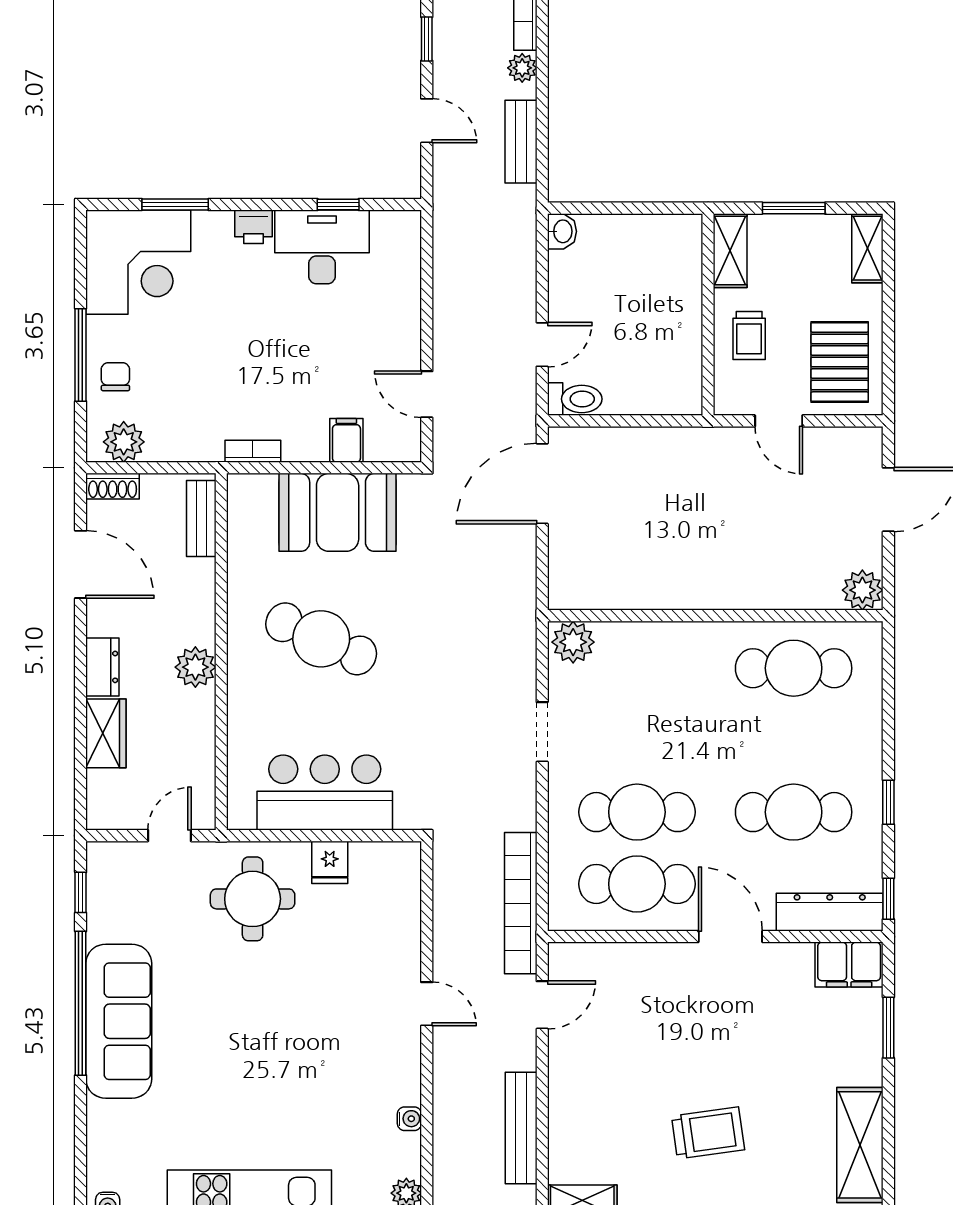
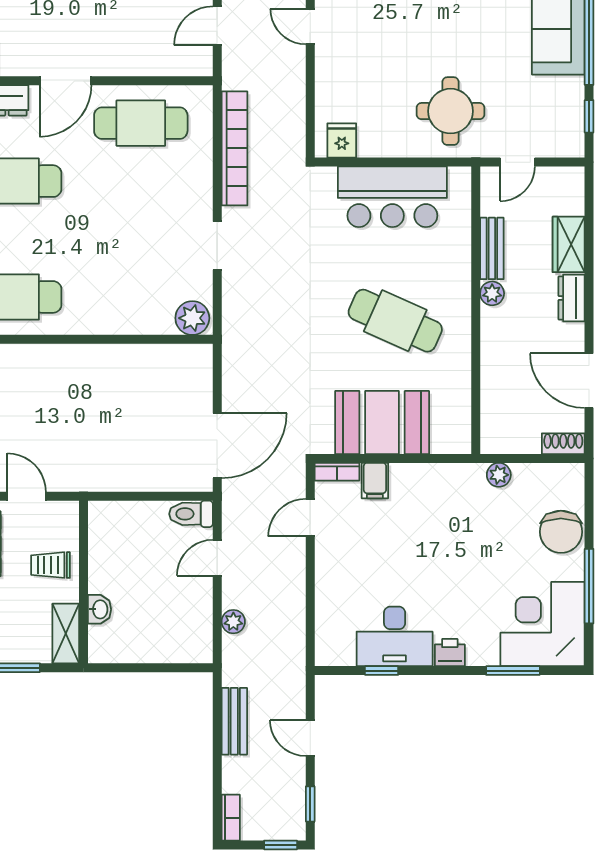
plant: (522, 68) -> (233, 622), moved
washbasin: (562, 231) -> (100, 609), moved, turned 180
trolley: (749, 335) -> (50, 565), turned -90
window: (81, 355) -> (589, 586), moved
chair: (115, 377) -> (561, 532), width x1.87, depth x1.87
door: (427, 394) -> (310, 518), swing flipped
plant: (124, 442) -> (499, 475), moved, width x0.73, depth x0.73
bookcase: (253, 451) -> (337, 472), moved
bench: (201, 519) -> (492, 248), moved
plant: (195, 667) -> (492, 293), width x0.73, depth x0.73
cafe table: (637, 812) -> (141, 181), removed
fridge: (330, 862) -> (342, 141), moved
bookcase: (521, 903) -> (234, 148), moved
door: (730, 937) -> (66, 81), hinge flipped

